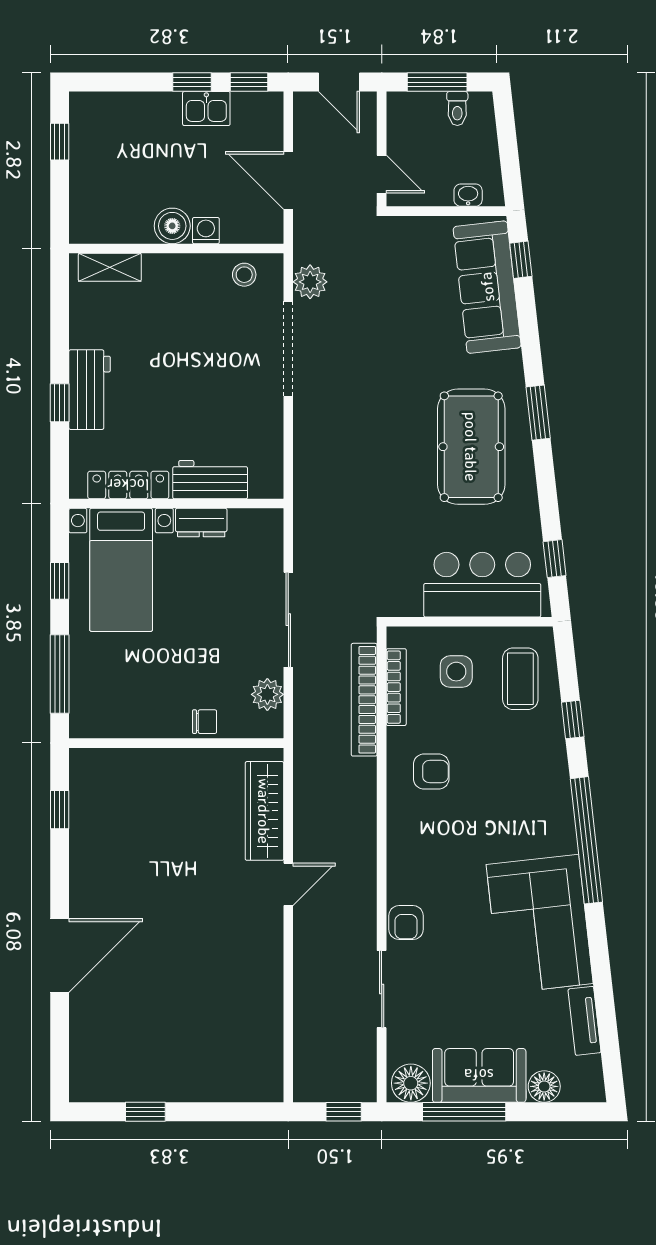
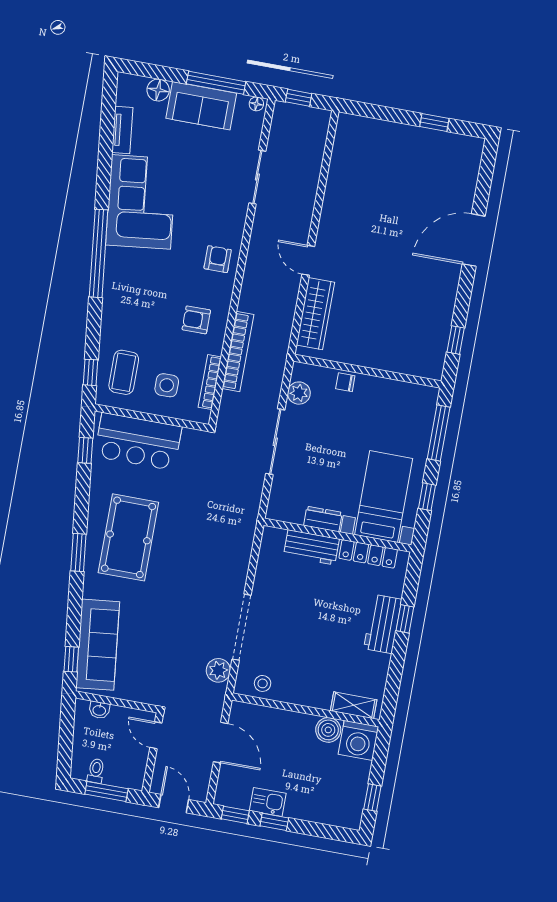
boiler: (172, 226) -> (328, 730), moved
washing machine: (206, 231) -> (358, 740), moved, width x1.89, depth x1.89
bookcase: (364, 700) -> (238, 352), moved
window: (573, 719) -> (91, 372), moved
door: (288, 884) -> (308, 260), hinge flipped
armchair: (406, 923) -> (218, 259), moved
floor lamp: (411, 1083) -> (256, 104), width x0.53, depth x0.53

